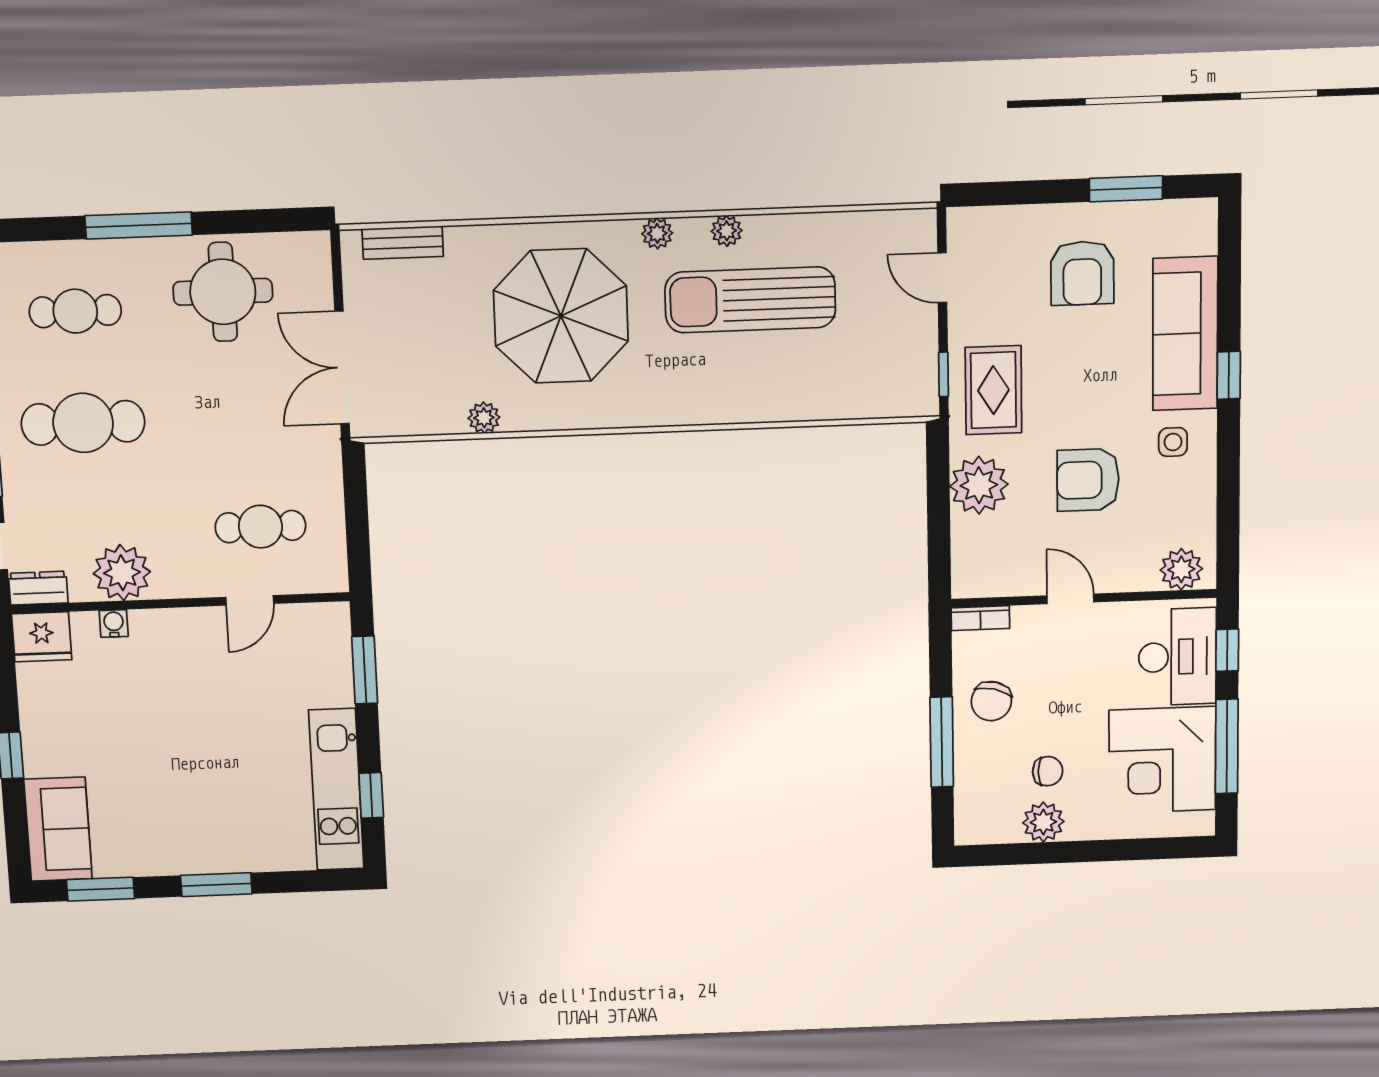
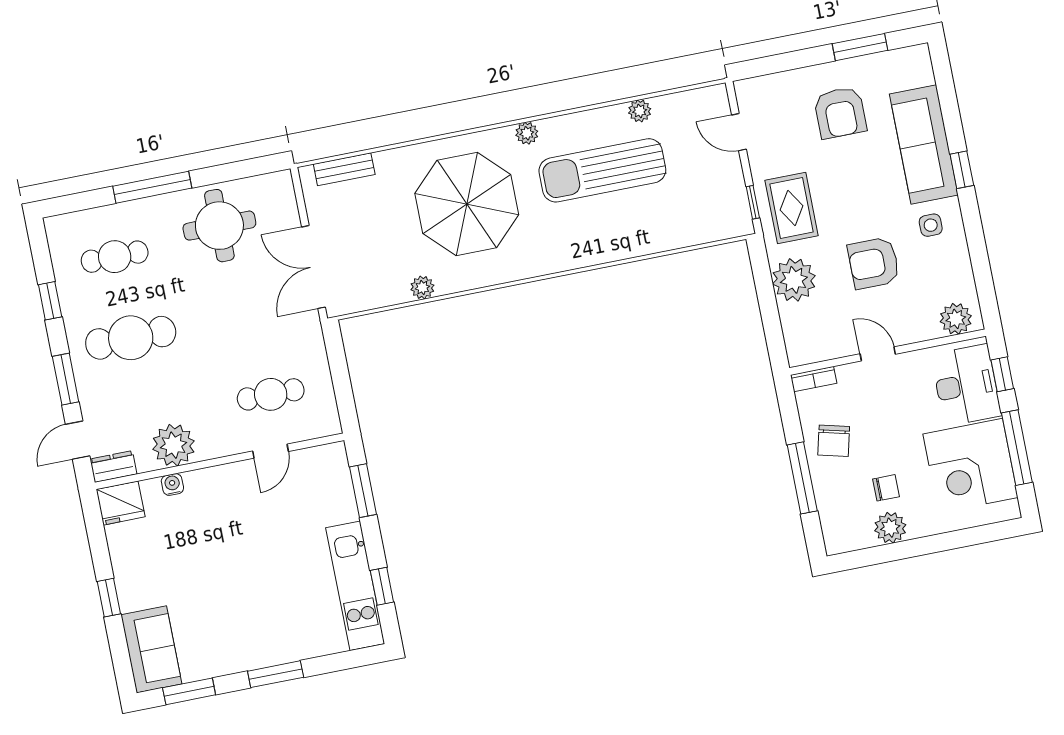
plant: (727, 231) -> (640, 111), moved

